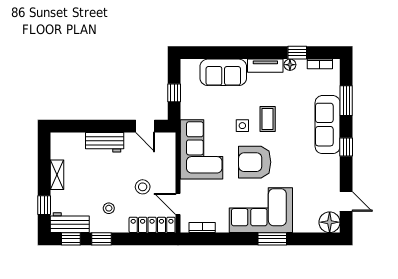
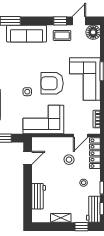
coffee table: (268, 119) -> (62, 36), moved
workbench: (105, 142) -> (39, 196), moved
window: (346, 147) -> (60, 21), moved
armchair: (255, 162) -> (52, 83), turned 90

